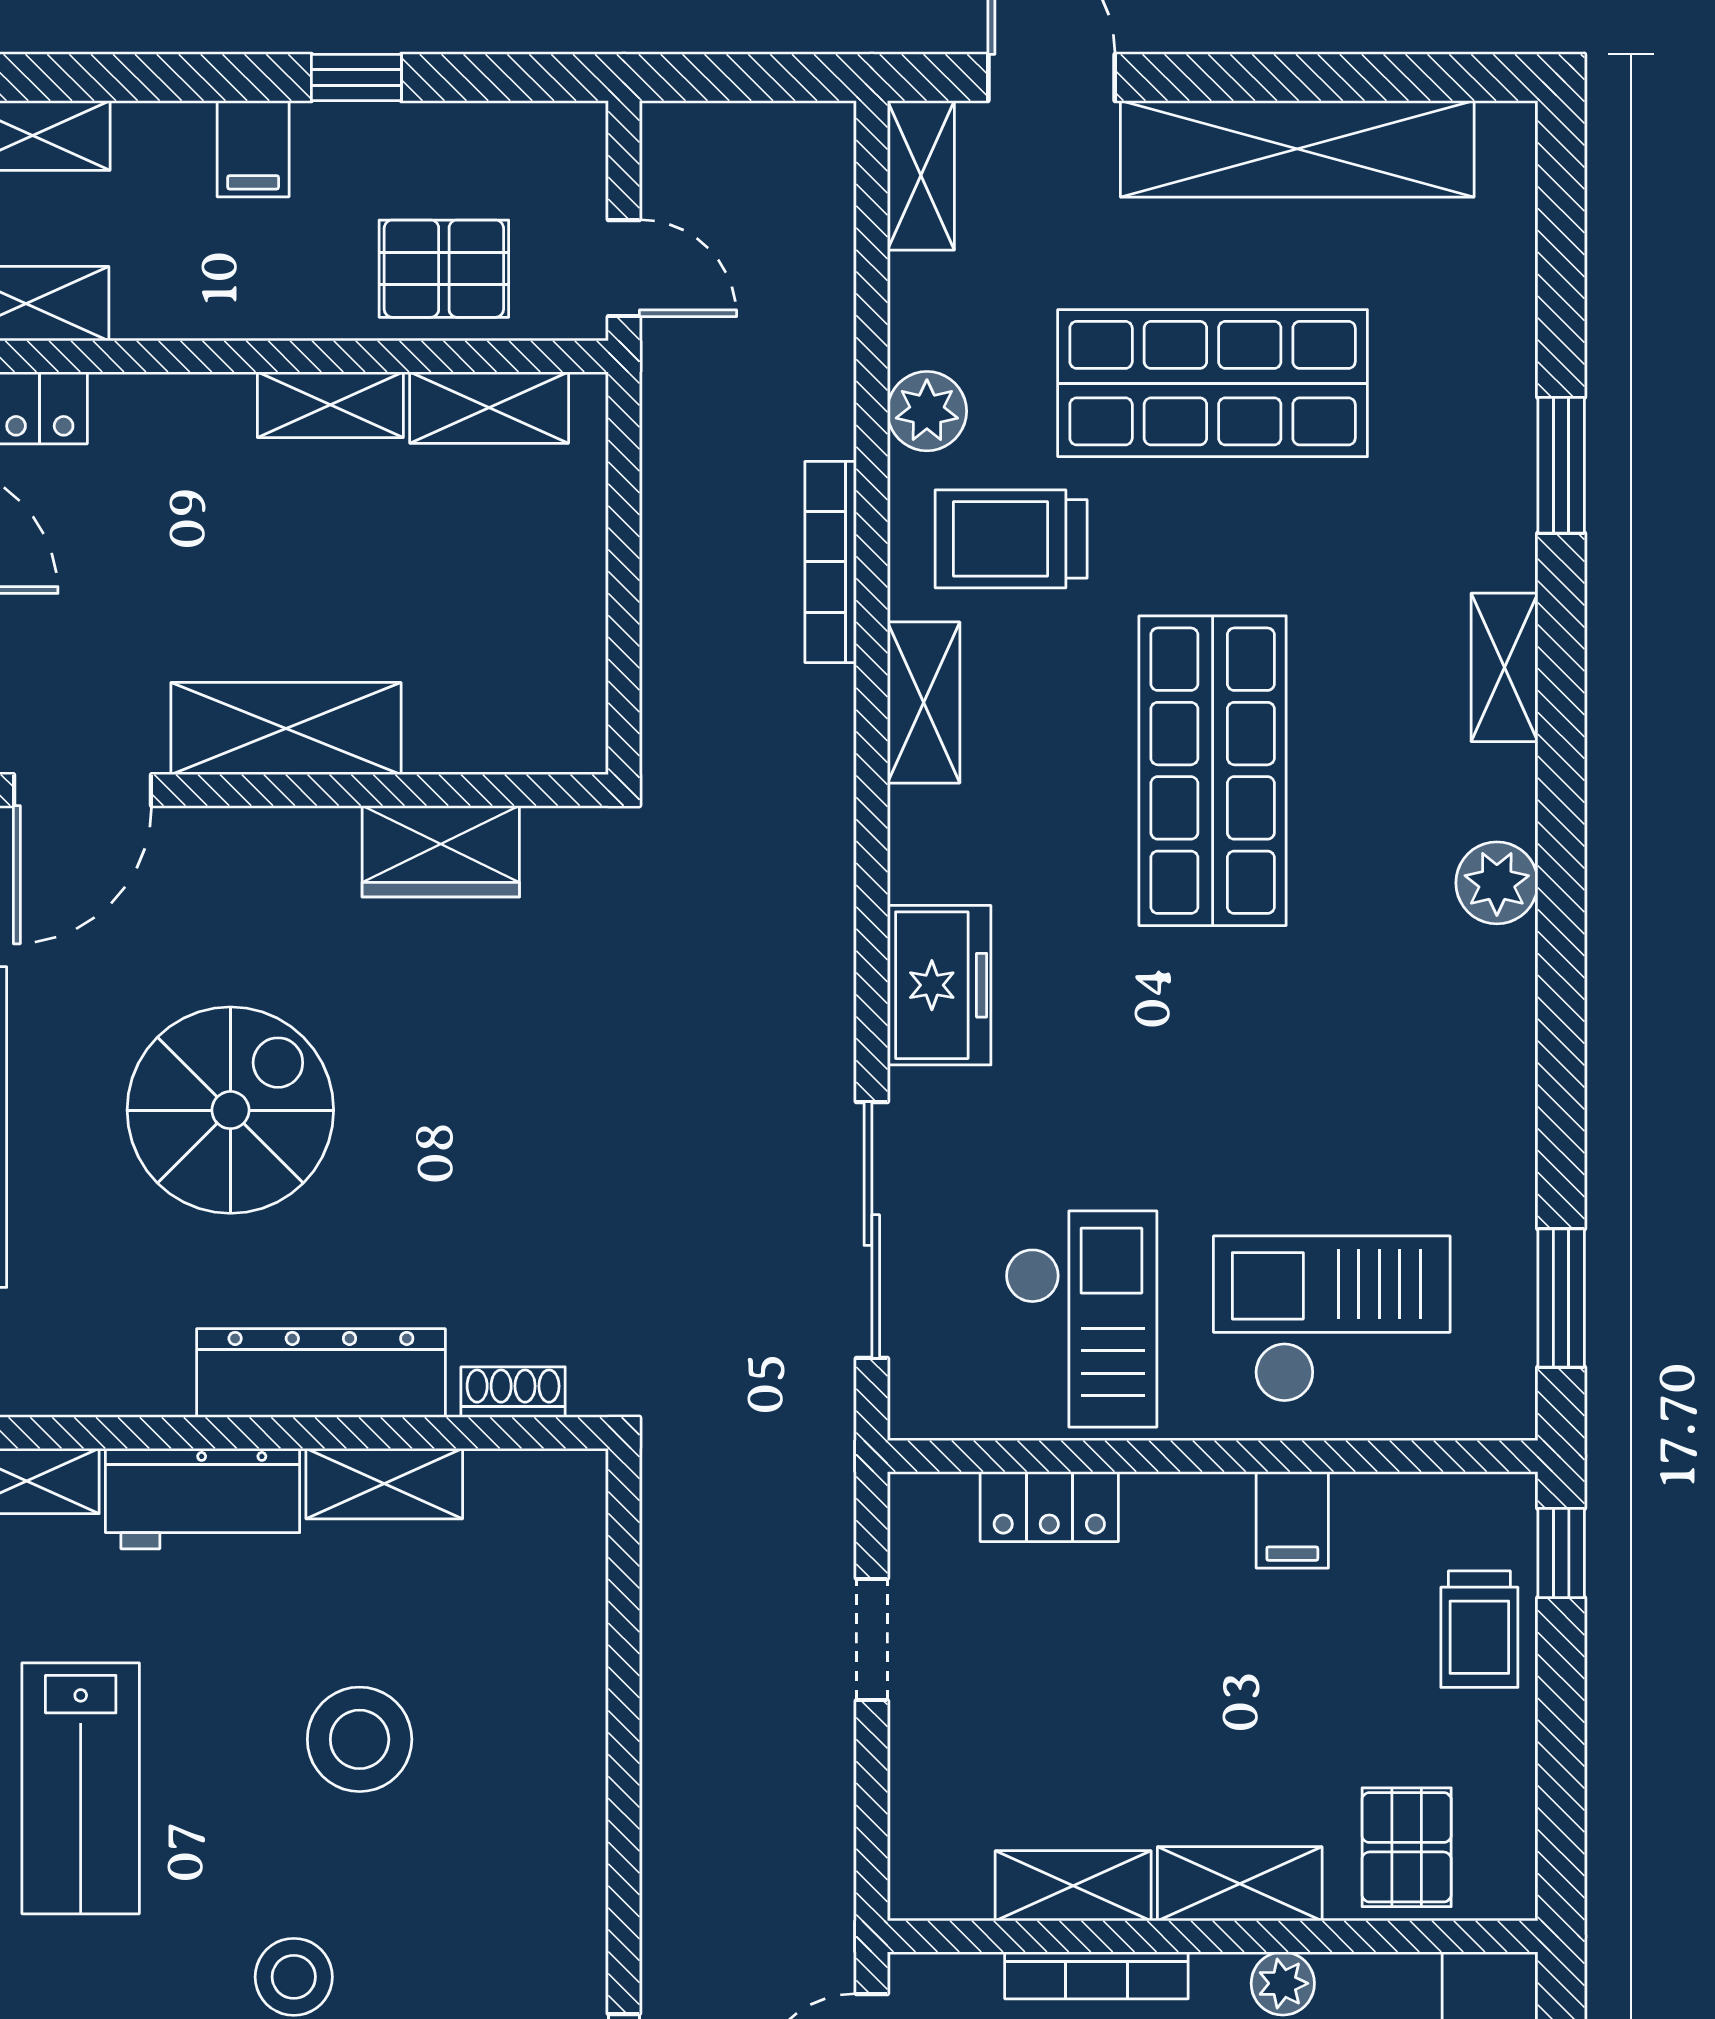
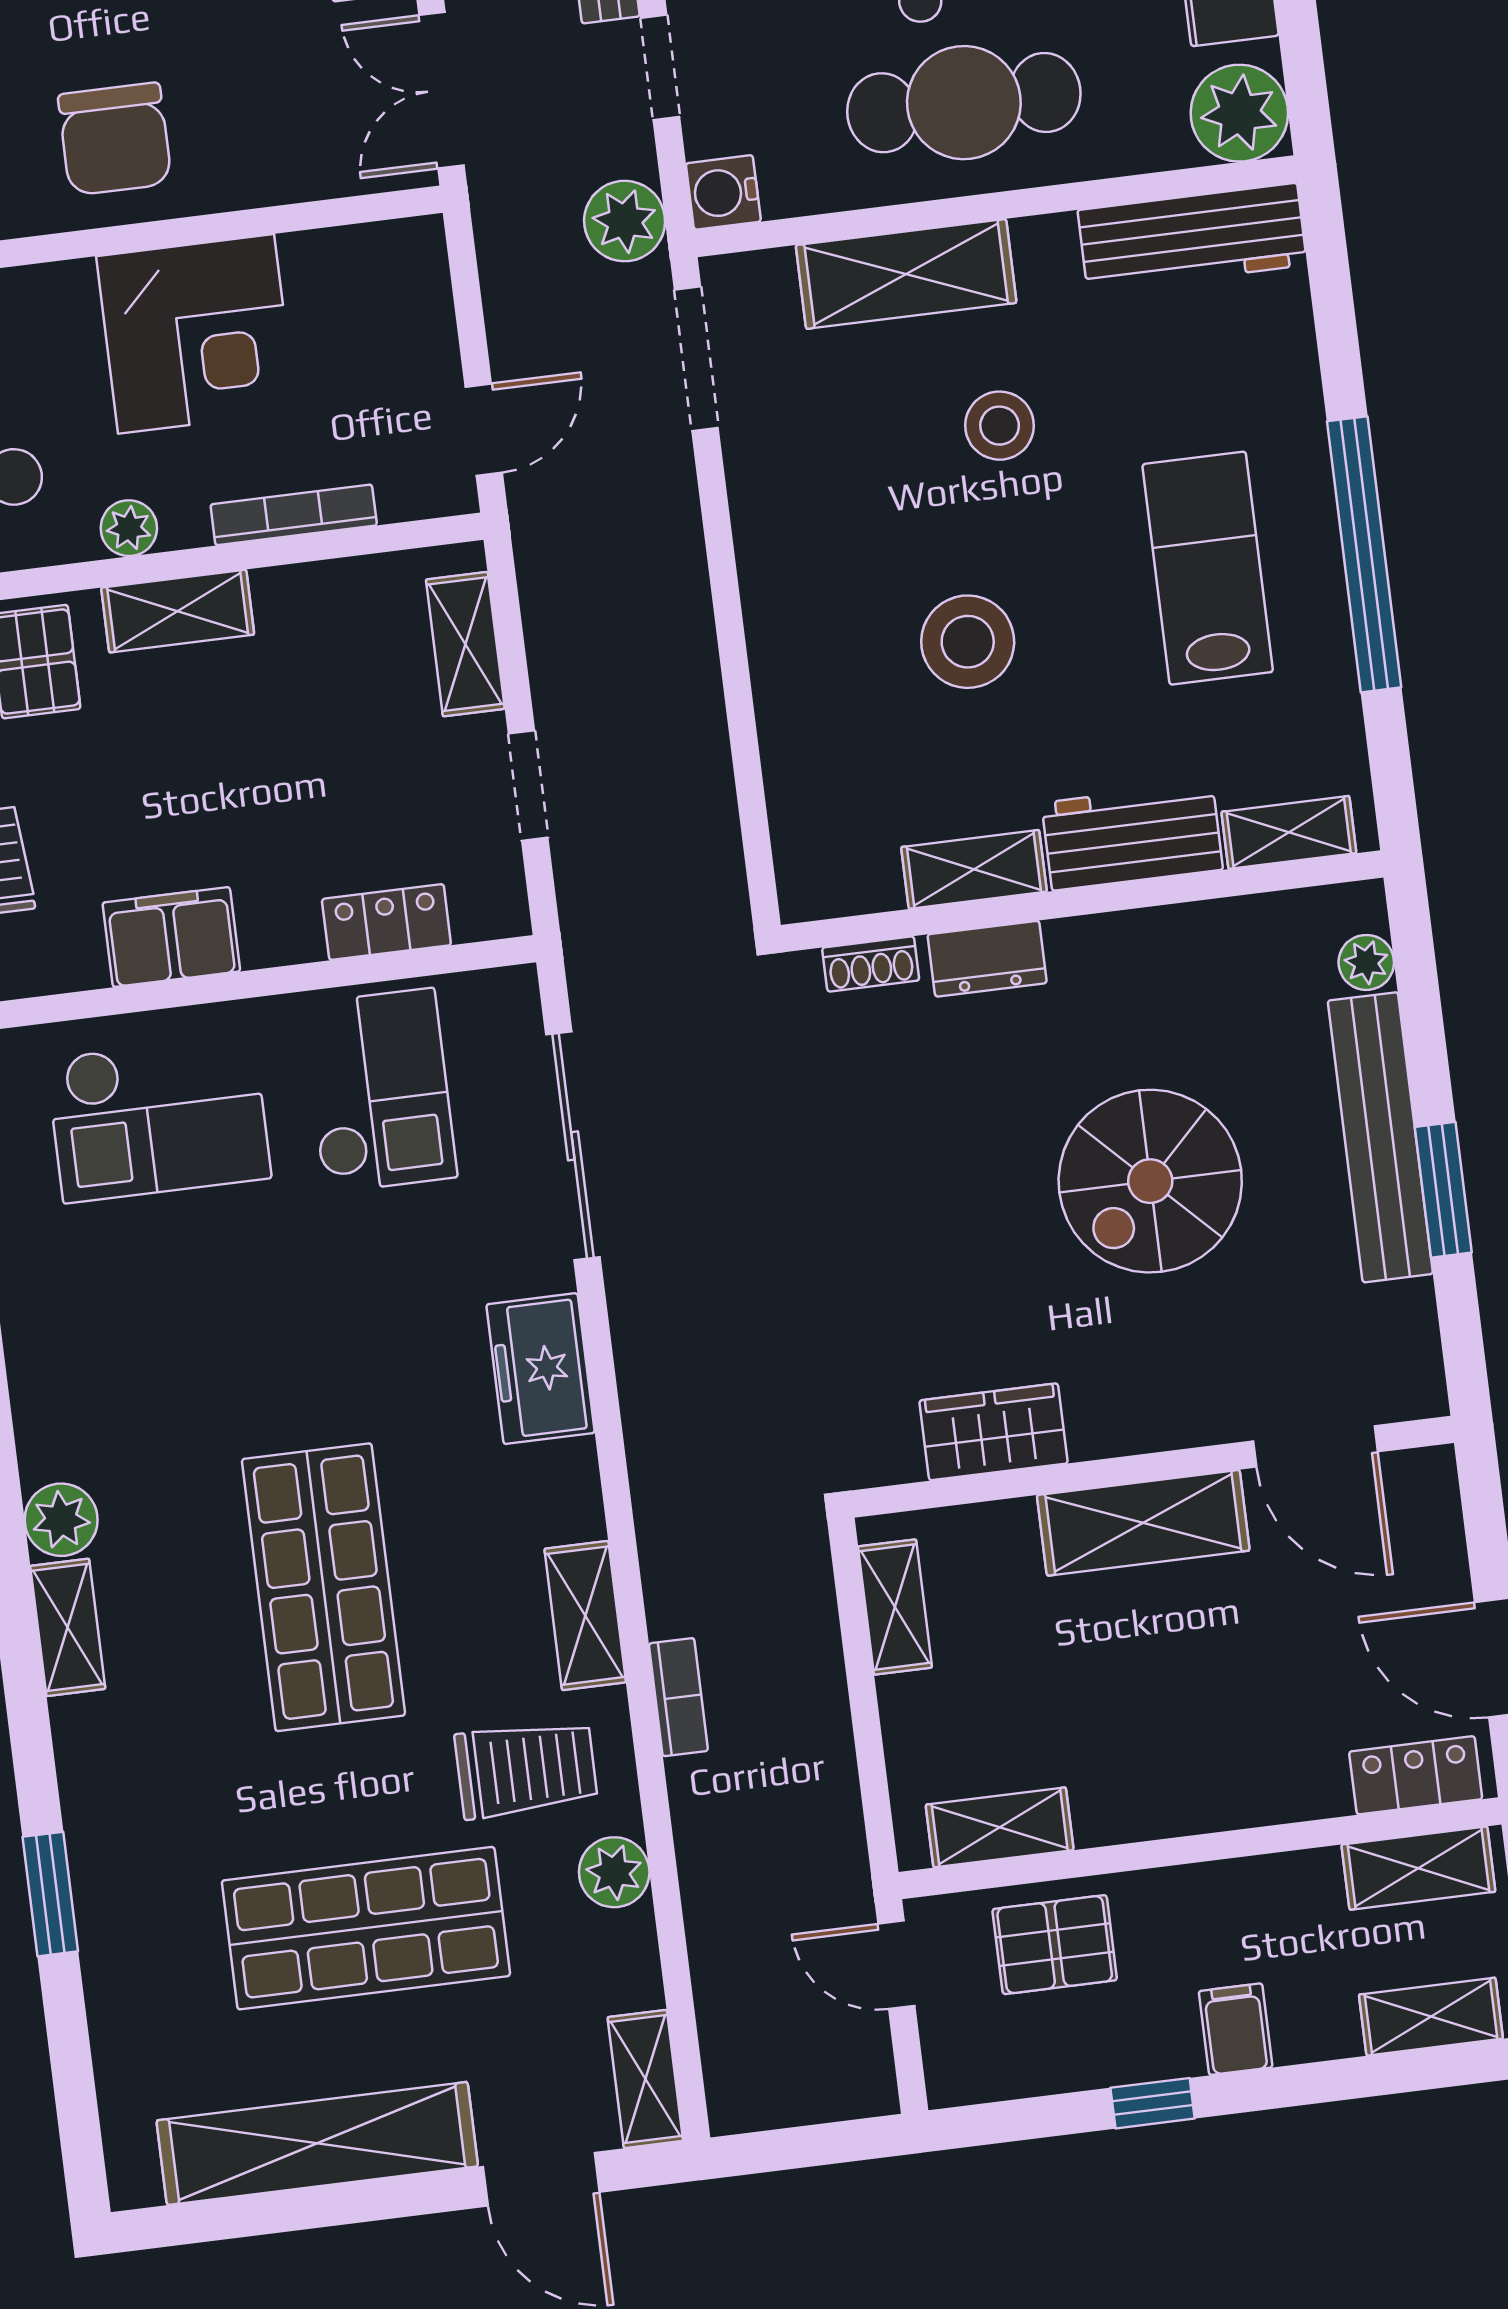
shelving: (330, 405) -> (895, 1607), moved, turned 90
bookcase: (831, 562) -> (678, 1697), width x0.64
shelving: (1504, 667) -> (68, 1627), moved
door: (82, 790) -> (1315, 1446), swing flipped
checkout: (1081, 1319) -> (379, 1091), turned 180
dresser: (321, 1373) -> (987, 959), width x0.51, depth x0.80
filing cabinet: (1292, 1520) -> (171, 937), width x2.00
shelving: (1073, 1886) -> (465, 644), moved, turned 90

